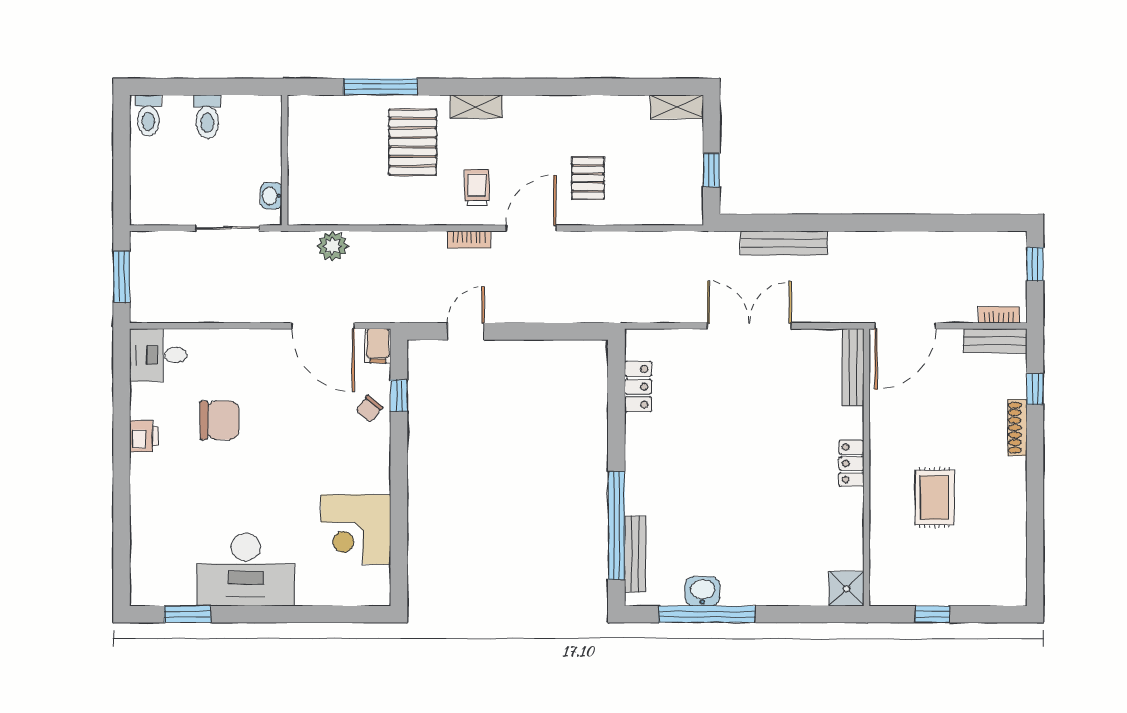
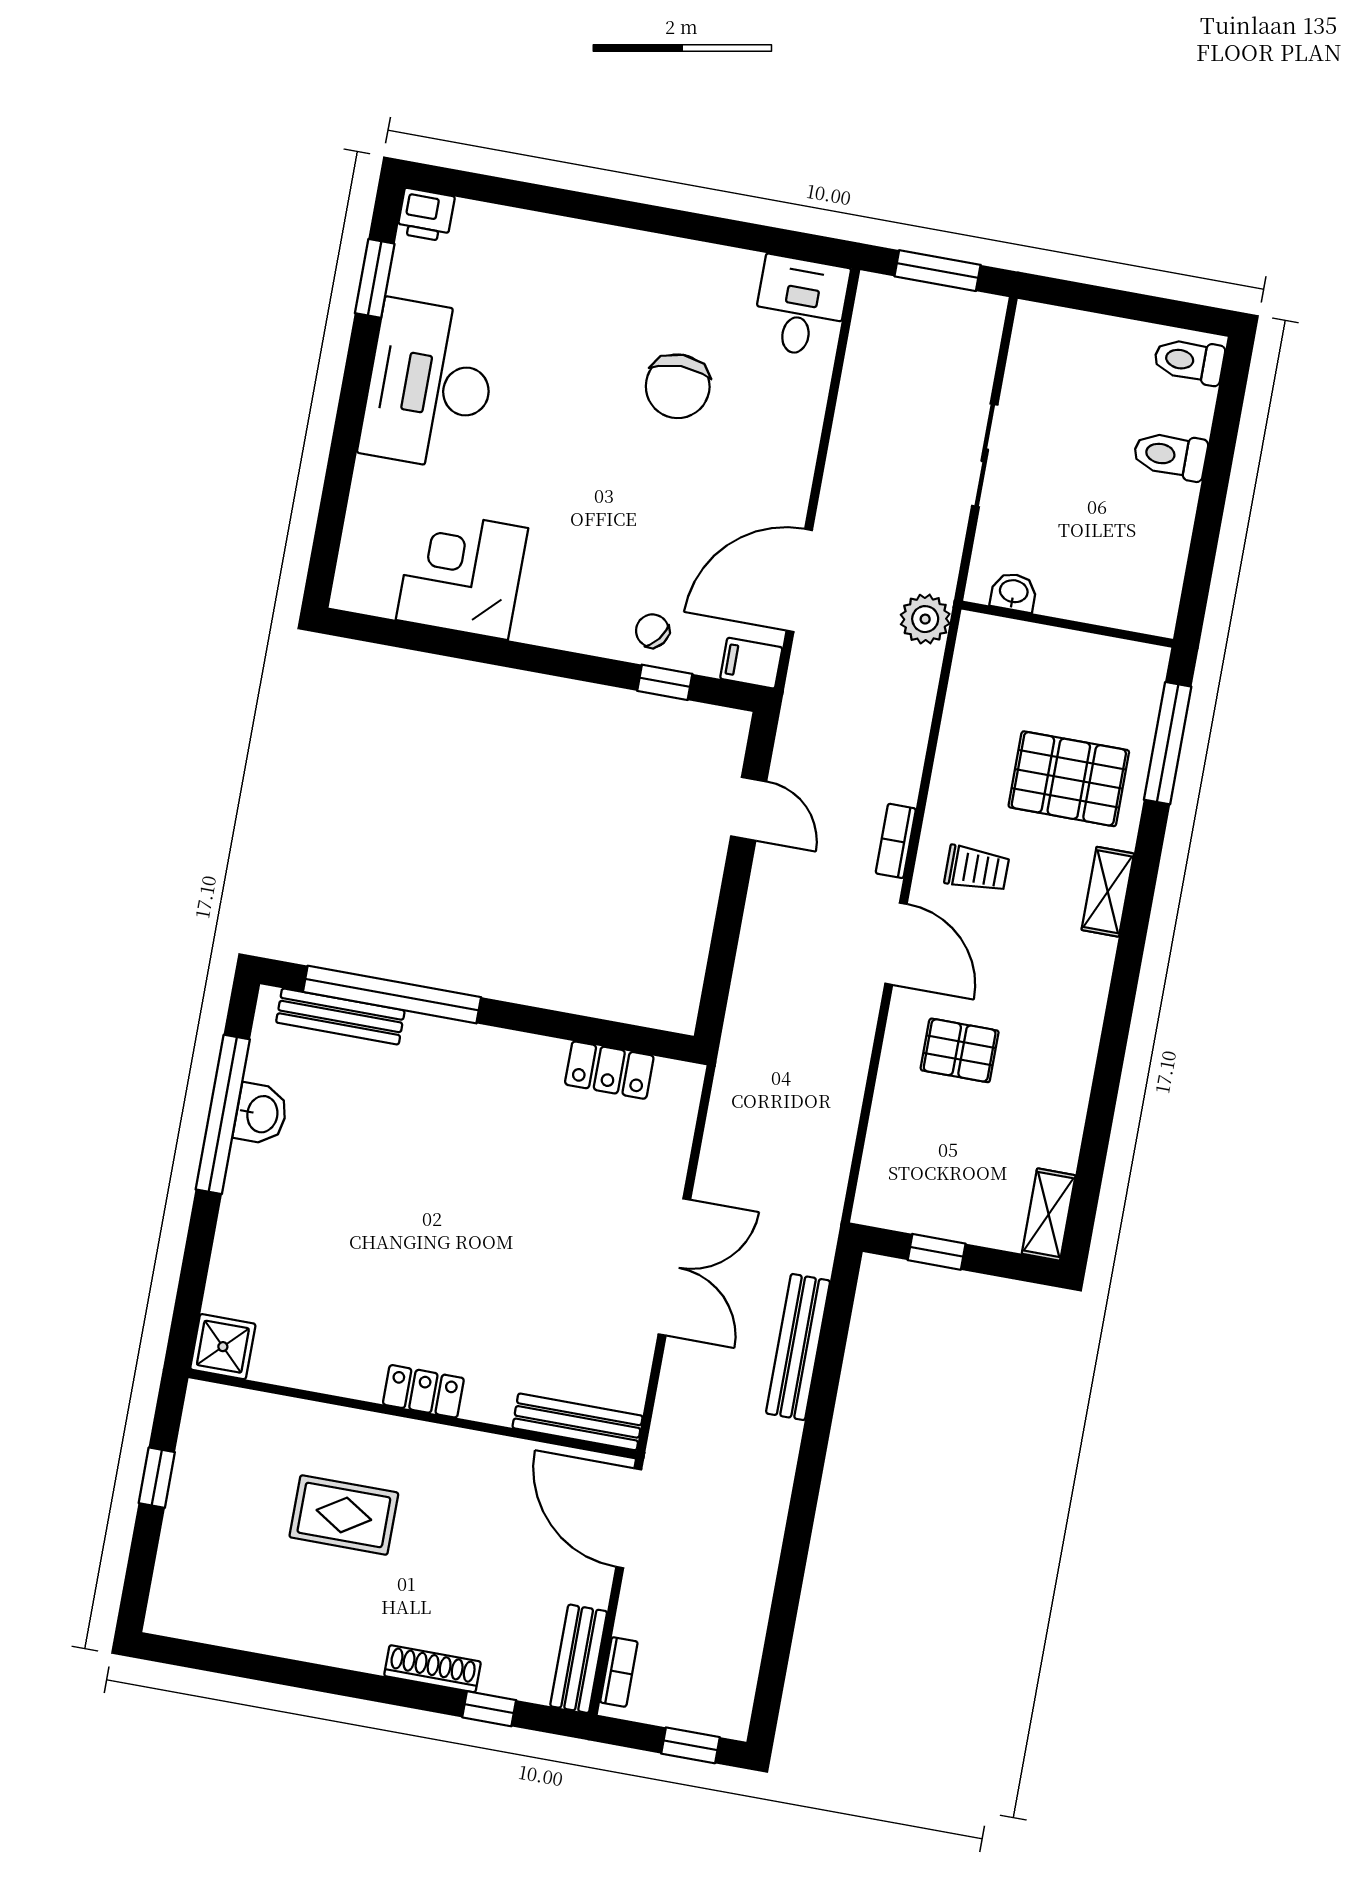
wall: (285, 160) -> (1067, 624), moved
washbasin: (271, 196) -> (1014, 592), moved
printer: (144, 436) -> (426, 215), moved

